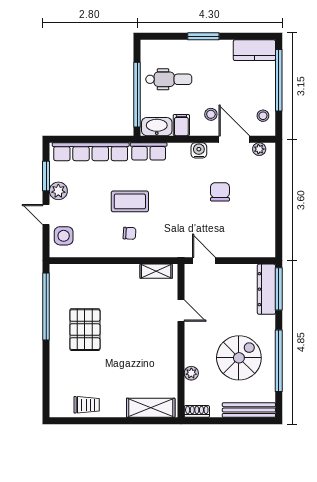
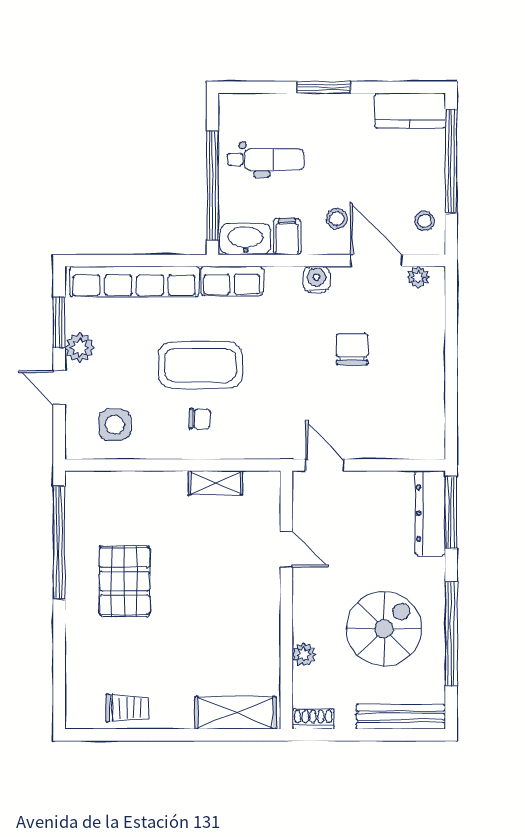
coffee table: (130, 201) -> (200, 365), width x1.36, depth x1.32
side table: (64, 236) -> (115, 425), moved
shelving: (156, 271) -> (216, 483), moved

